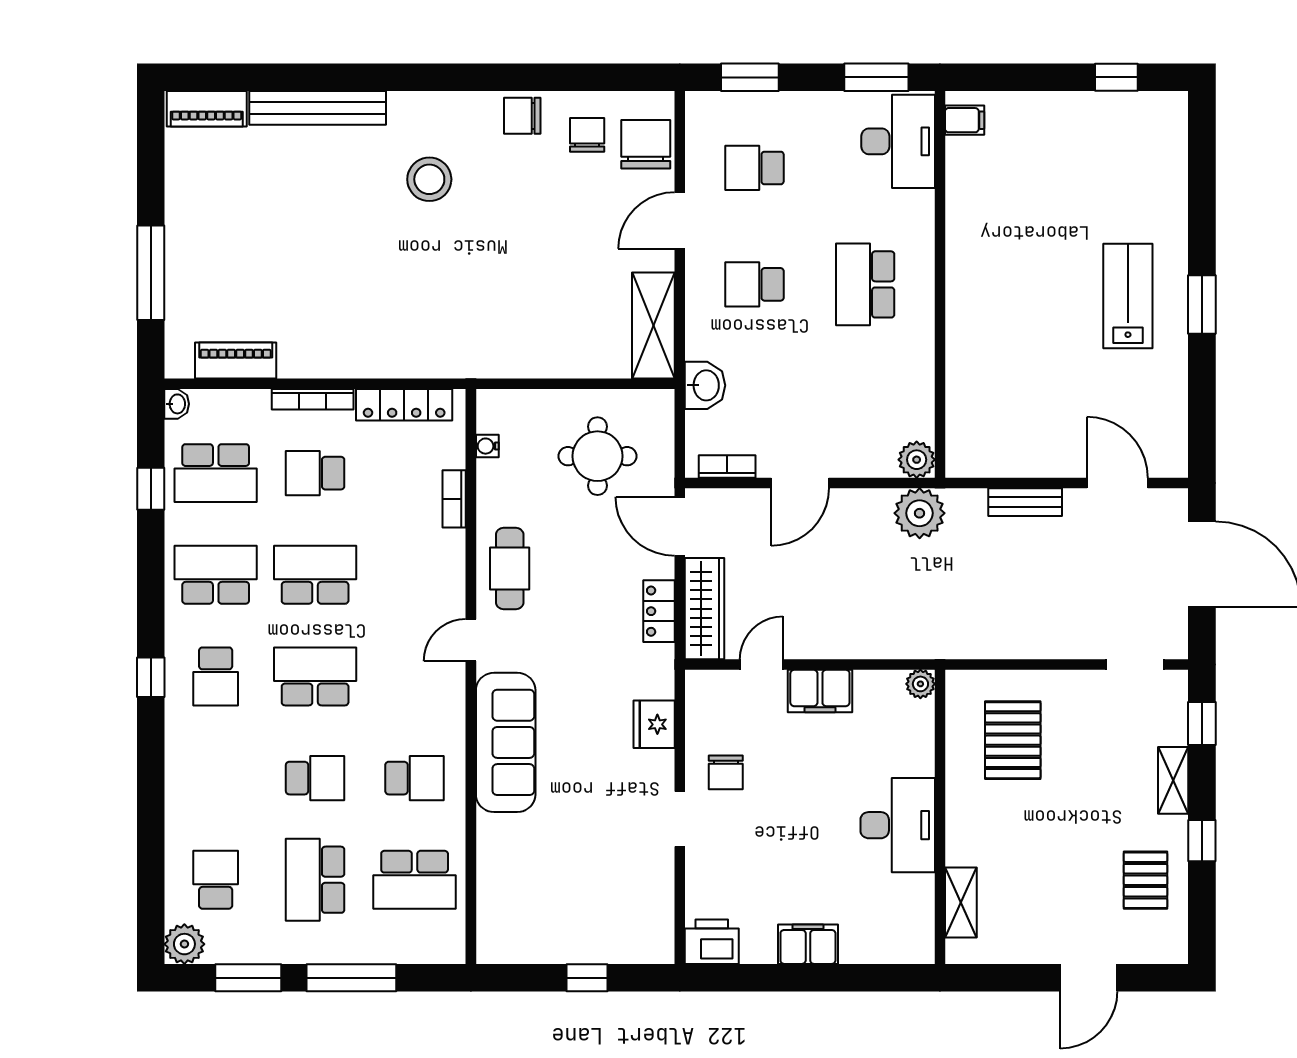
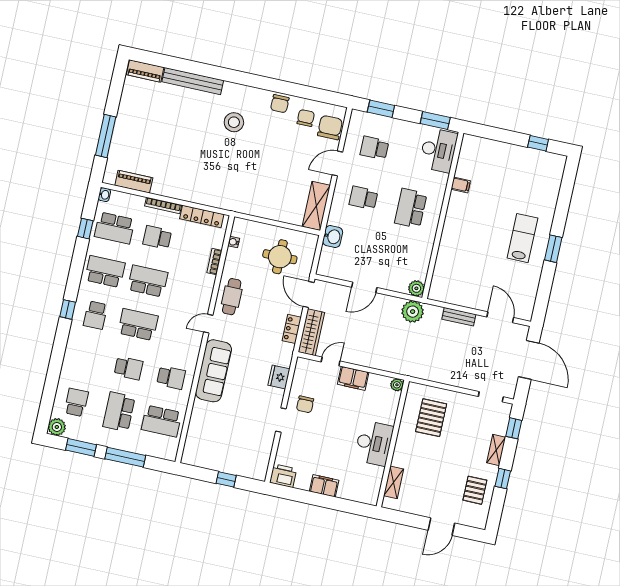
chair: (522, 116) -> (280, 104), turned -90
filing cabinet: (965, 120) -> (461, 185), moved
bookcase: (727, 467) -> (334, 273), removed

